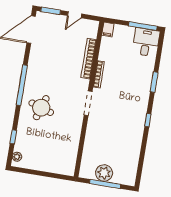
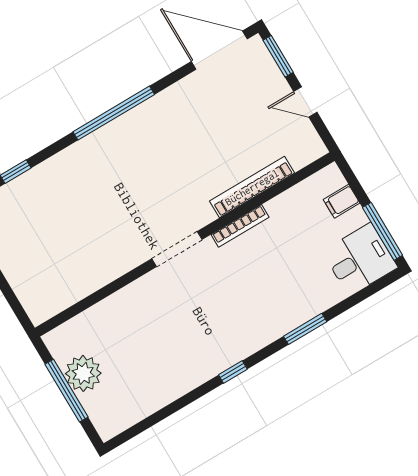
filing cabinet: (108, 29) -> (342, 201), moved
round table: (41, 108) -> (104, 177), removed

